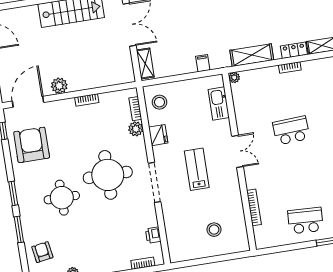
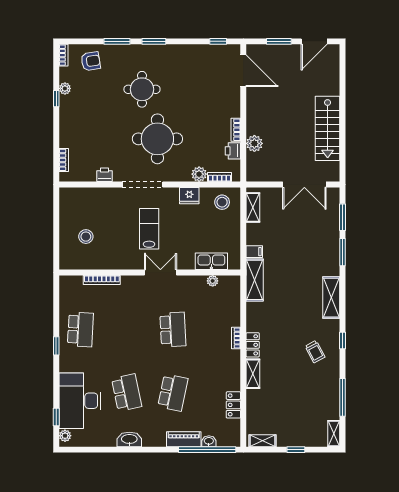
shelving: (252, 55) -> (255, 280), moved
shelving: (145, 63) -> (253, 207), moved, turned 90
plant: (234, 78) -> (213, 281), moved
plant: (59, 86) -> (254, 143), moved
printer: (108, 99) -> (233, 151), added
armchair: (32, 145) -> (200, 67), removed
double door: (237, 151) -> (160, 272), swing flipped
lab bench: (197, 169) -> (149, 229), turned -90
printer: (153, 235) -> (105, 175), moved

